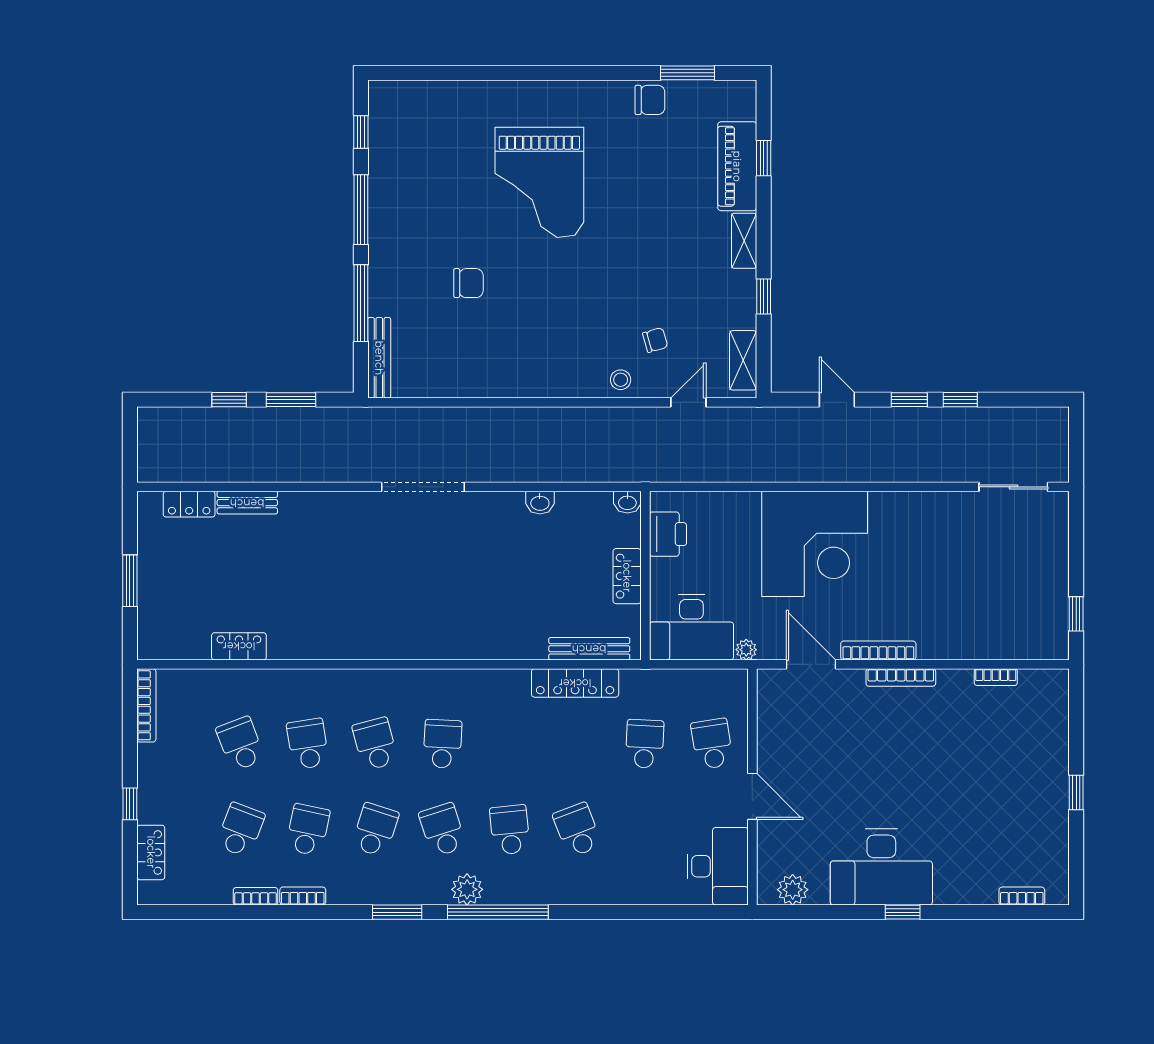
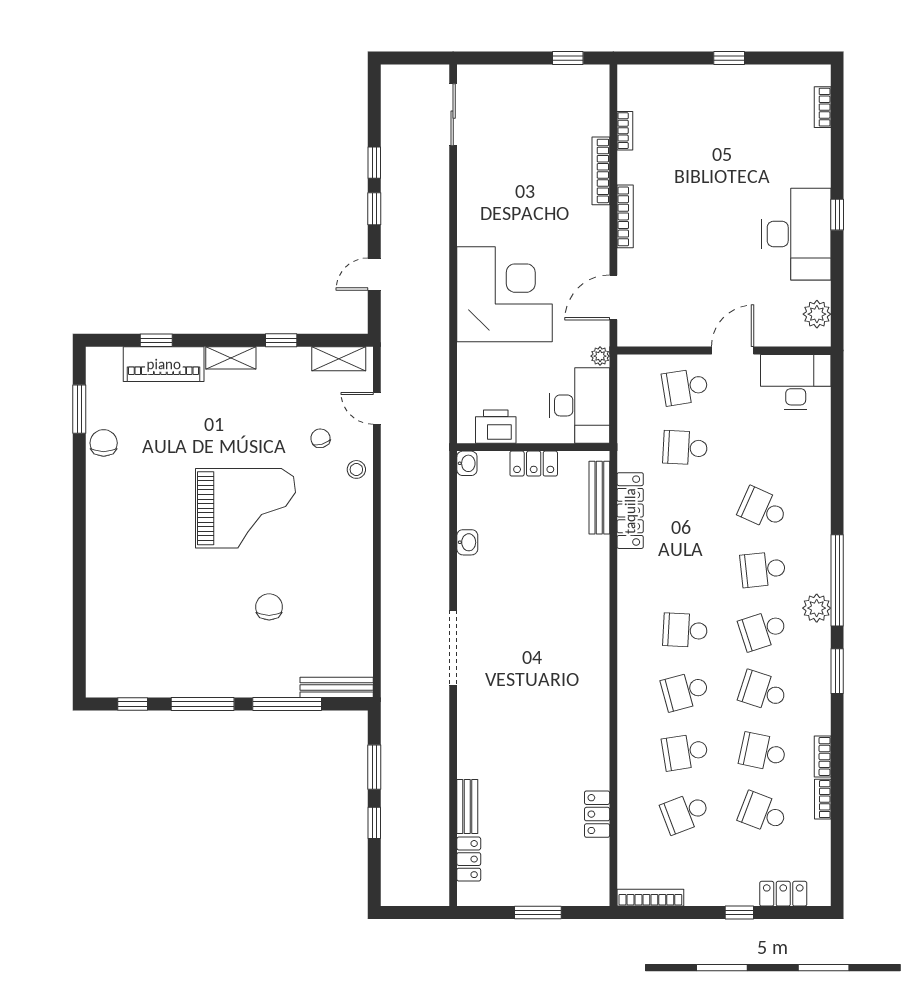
grand piano: (539, 182) -> (246, 508), moved
bookcase: (878, 651) -> (601, 171), moved
school desk: (577, 830) -> (763, 509), turned 45

